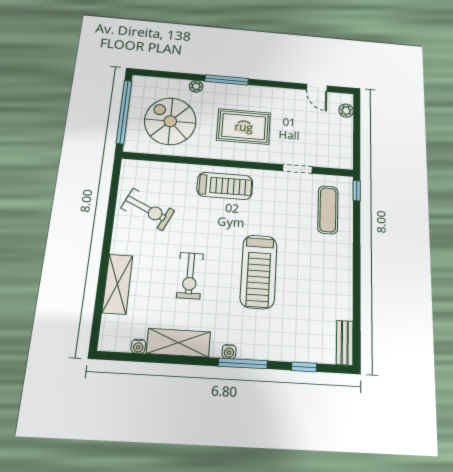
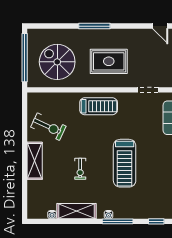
plant: (196, 86) -> (73, 33), removed
exercise bike: (190, 276) -> (80, 169), width x0.73, depth x0.72
shelving: (117, 284) -> (35, 161), moved

